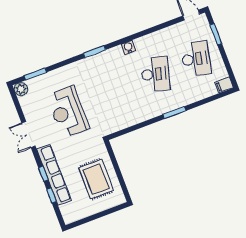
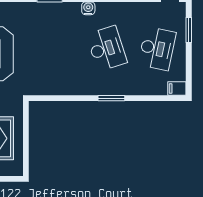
desk: (155, 74) -> (107, 49), turned -33

